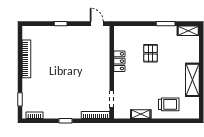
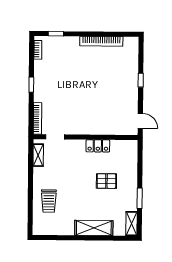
door: (97, 24) -> (140, 121), hinge flipped
shelving: (192, 80) -> (94, 228), moved
shelving: (141, 114) -> (38, 155), moved

